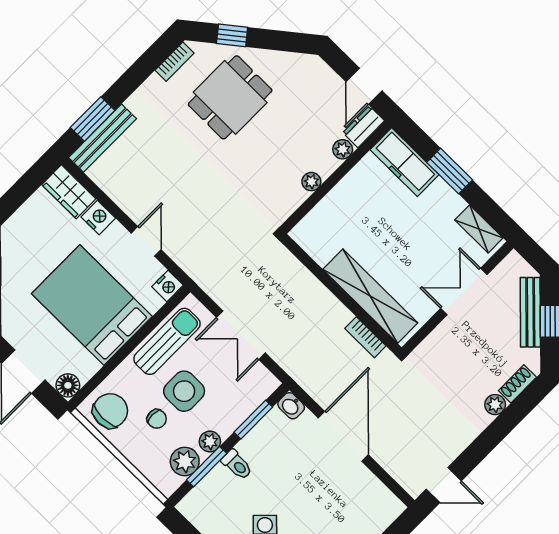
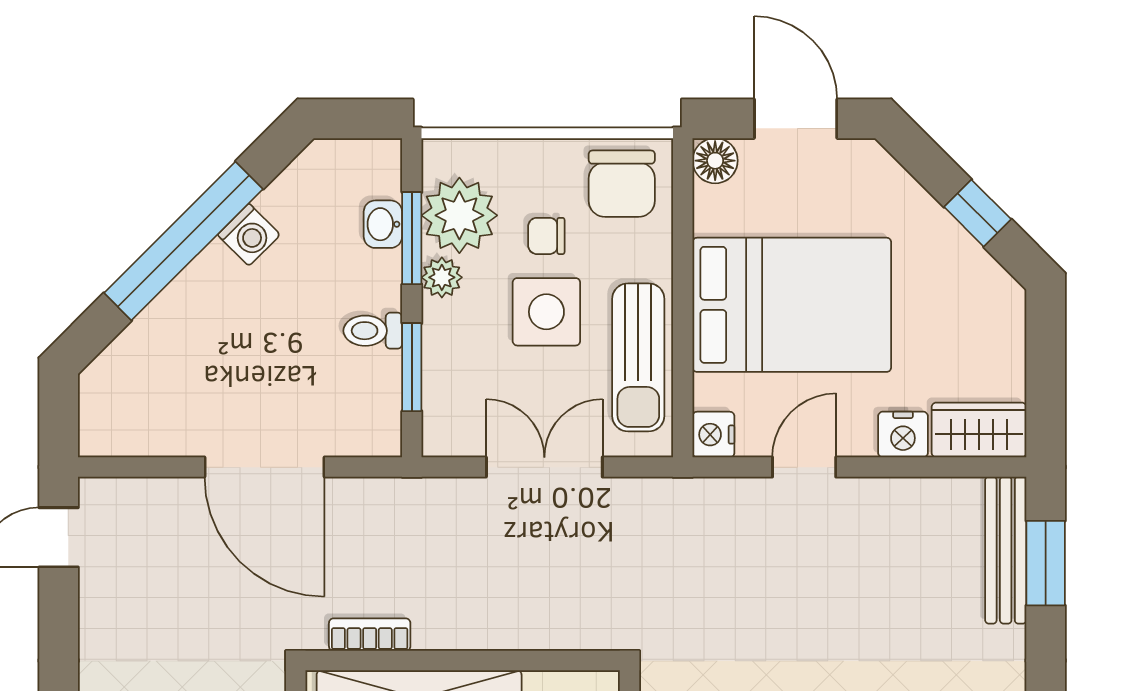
door: (146, 241) -> (804, 467), swing flipped
washbasin: (291, 406) -> (383, 224), moved, turned -90
plant: (185, 461) -> (459, 215), width x1.36, depth x1.36
toilet: (237, 465) -> (373, 331), moved

